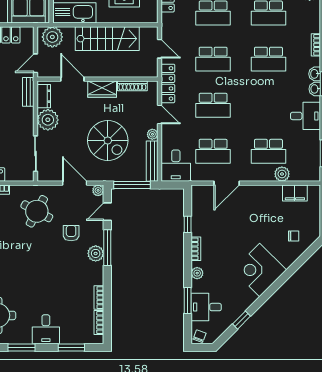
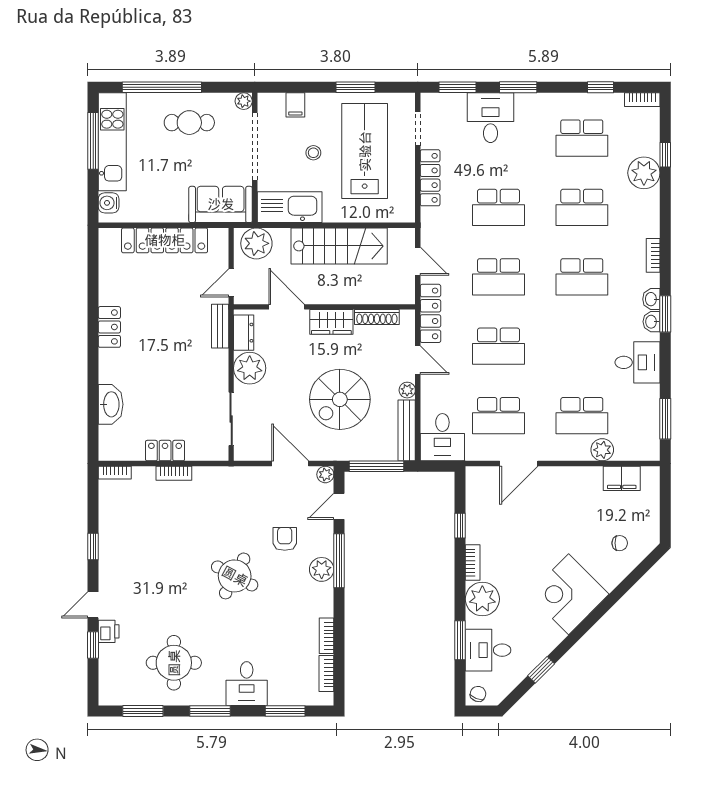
spiral stairs: (108, 141) -> (340, 399), turned 90
round table: (37, 211) -> (235, 576), moved
plant: (197, 273) -> (482, 599), width x1.87, depth x1.87

